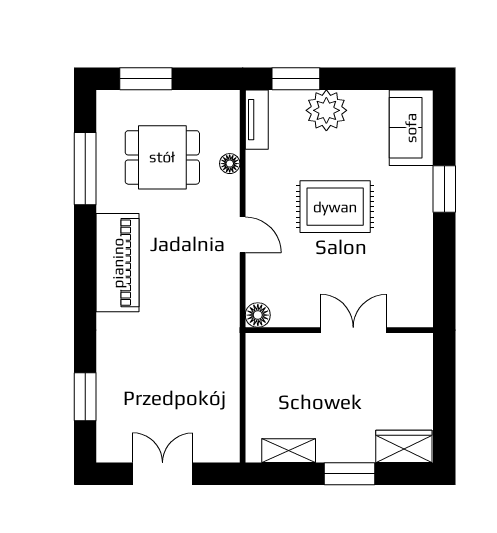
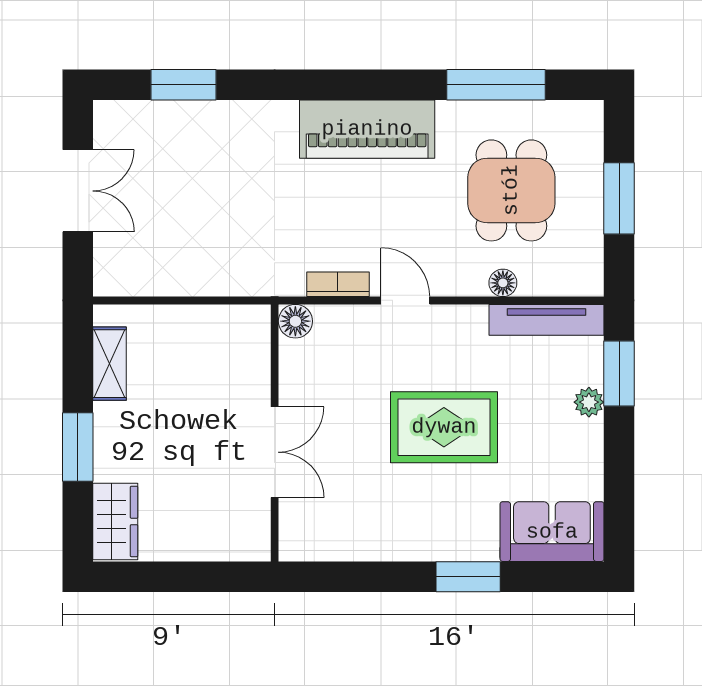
window: (146, 79) -> (619, 198), moved
plant: (326, 110) -> (589, 402), width x0.53, depth x0.53
tv unit: (257, 120) -> (547, 320), width x1.41
rug: (335, 207) -> (444, 427), turned 90
door: (243, 235) -> (405, 300), swing flipped
bookcase: (231, 284) -> (338, 284), added

